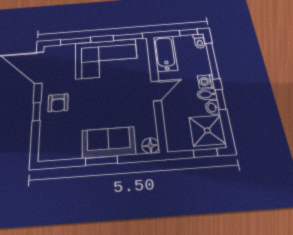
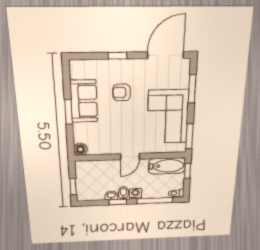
window: (188, 32) -> (188, 171), moved
door: (156, 91) -> (130, 156), hinge flipped
armchair: (58, 103) -> (122, 92), moved
shower: (207, 130) -> (92, 190), removed
sofa: (109, 142) -> (84, 101), moved

